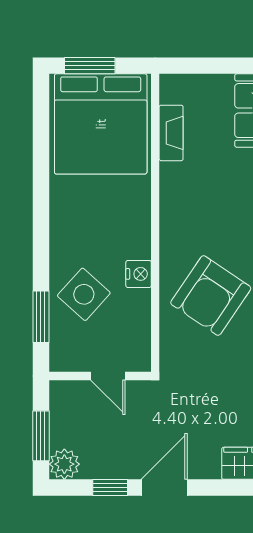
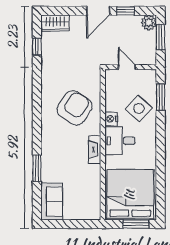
fireplace: (171, 133) -> (95, 150), moved
desk: (121, 231) -> (120, 141), added

